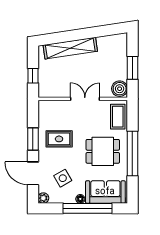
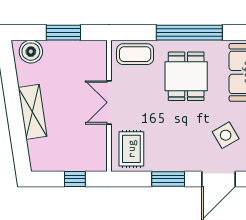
shelving: (70, 48) -> (33, 112), width x0.68
boiler: (120, 89) -> (31, 52), moved
rug: (59, 139) -> (131, 149), moved

